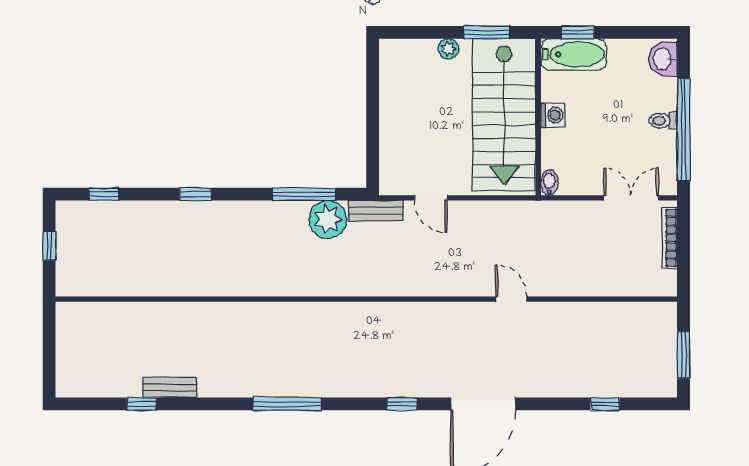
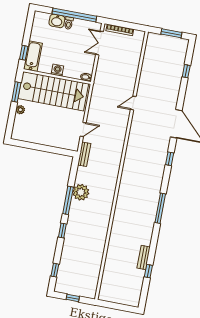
washbasin: (663, 59) -> (57, 21), moved
window: (304, 194) -> (68, 200), moved
plant: (328, 219) -> (81, 192), moved

